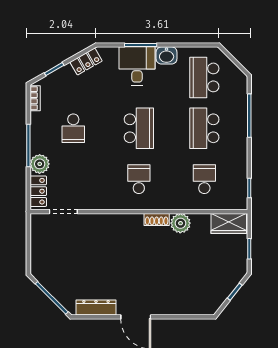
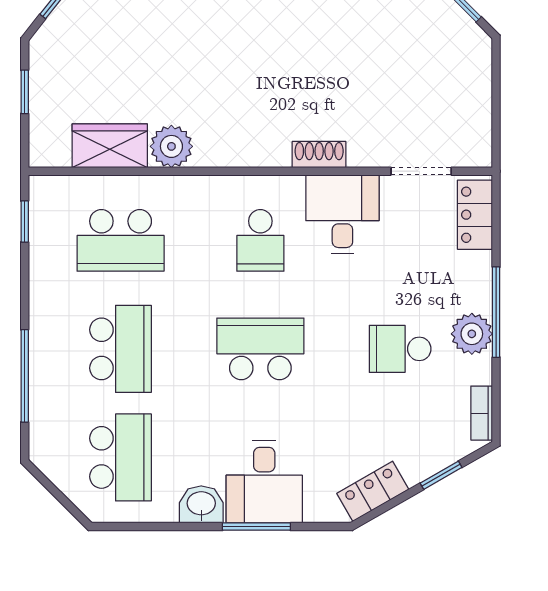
school desk: (73, 128) -> (400, 349), turned -90
school desk: (139, 128) -> (260, 349), turned 90
plant: (40, 164) -> (472, 334), moved
school desk: (204, 179) -> (121, 240), width x1.85
desk: (100, 191) -> (342, 214), added
shoe rack: (157, 219) -> (319, 155), moved
wardrobe: (229, 224) -> (110, 146), moved

